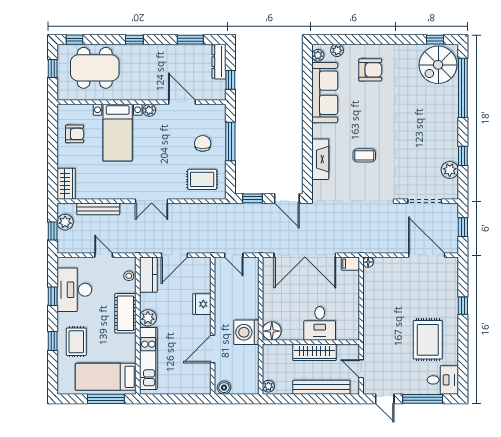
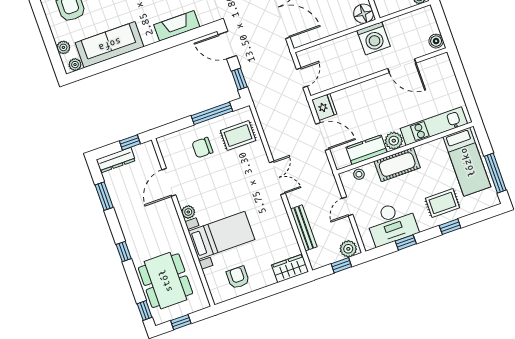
window: (230, 141) -> (212, 113), moved
rug: (202, 179) -> (238, 135), turned 90
door: (287, 198) -> (227, 45), swing flipped
plant: (65, 222) -> (348, 249), moved
kitchen counter: (148, 275) -> (367, 150), moved
fridge: (202, 304) -> (324, 107), moved, turned -90
window: (106, 399) -> (495, 173), moved

